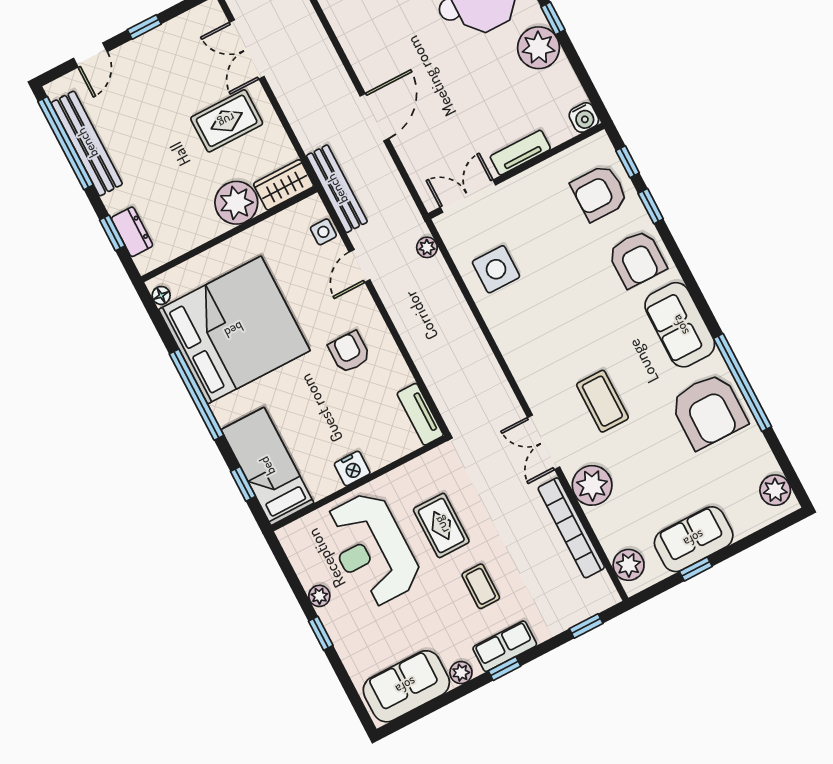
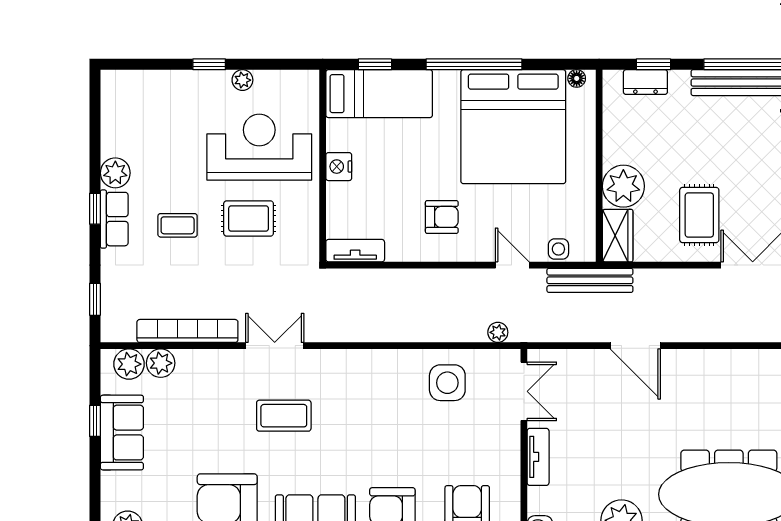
plant: (592, 485) -> (161, 363), moved, width x0.73, depth x0.73
plant: (461, 673) -> (115, 173), width x1.38, depth x1.38
sofa: (406, 686) -> (124, 115), removed

